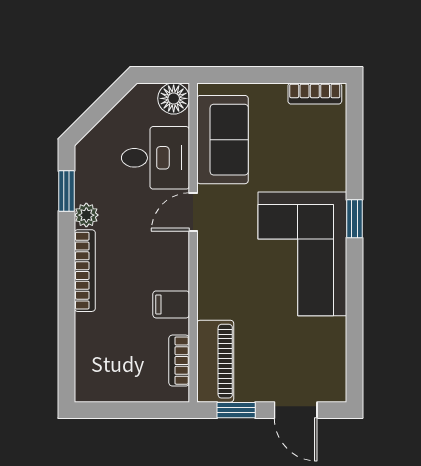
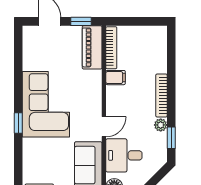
bookcase: (179, 361) -> (111, 48), width x1.56

